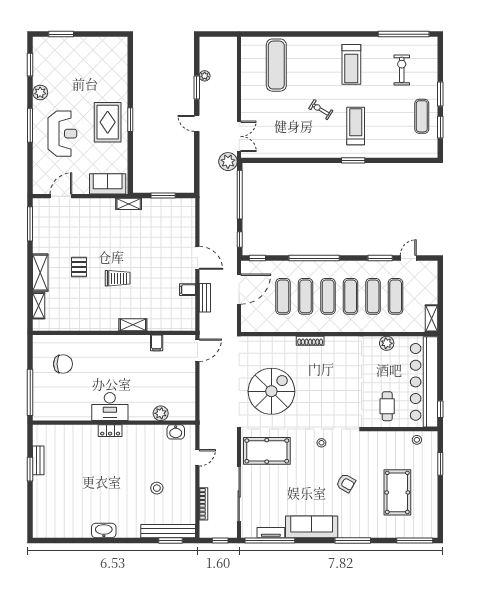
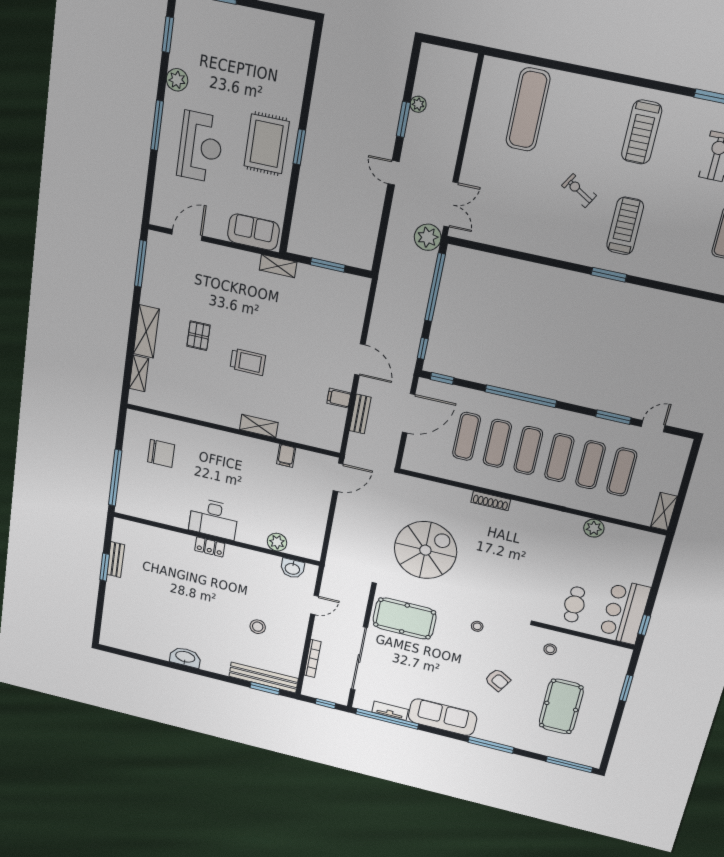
bar counter: (424, 382) -> (625, 612), width x0.54
stool: (417, 440) -> (550, 649), moved

